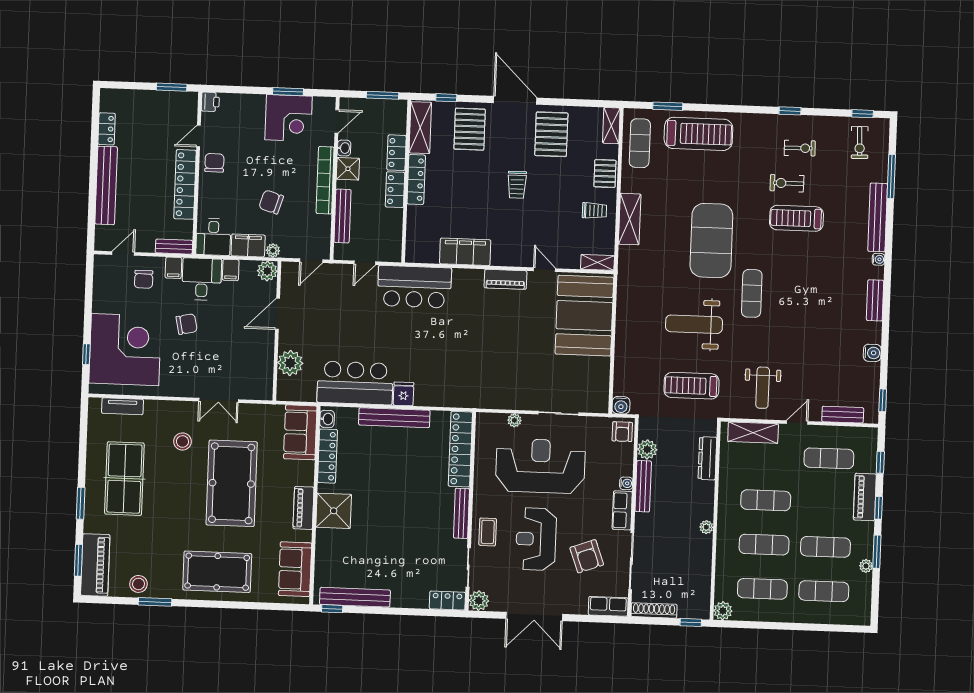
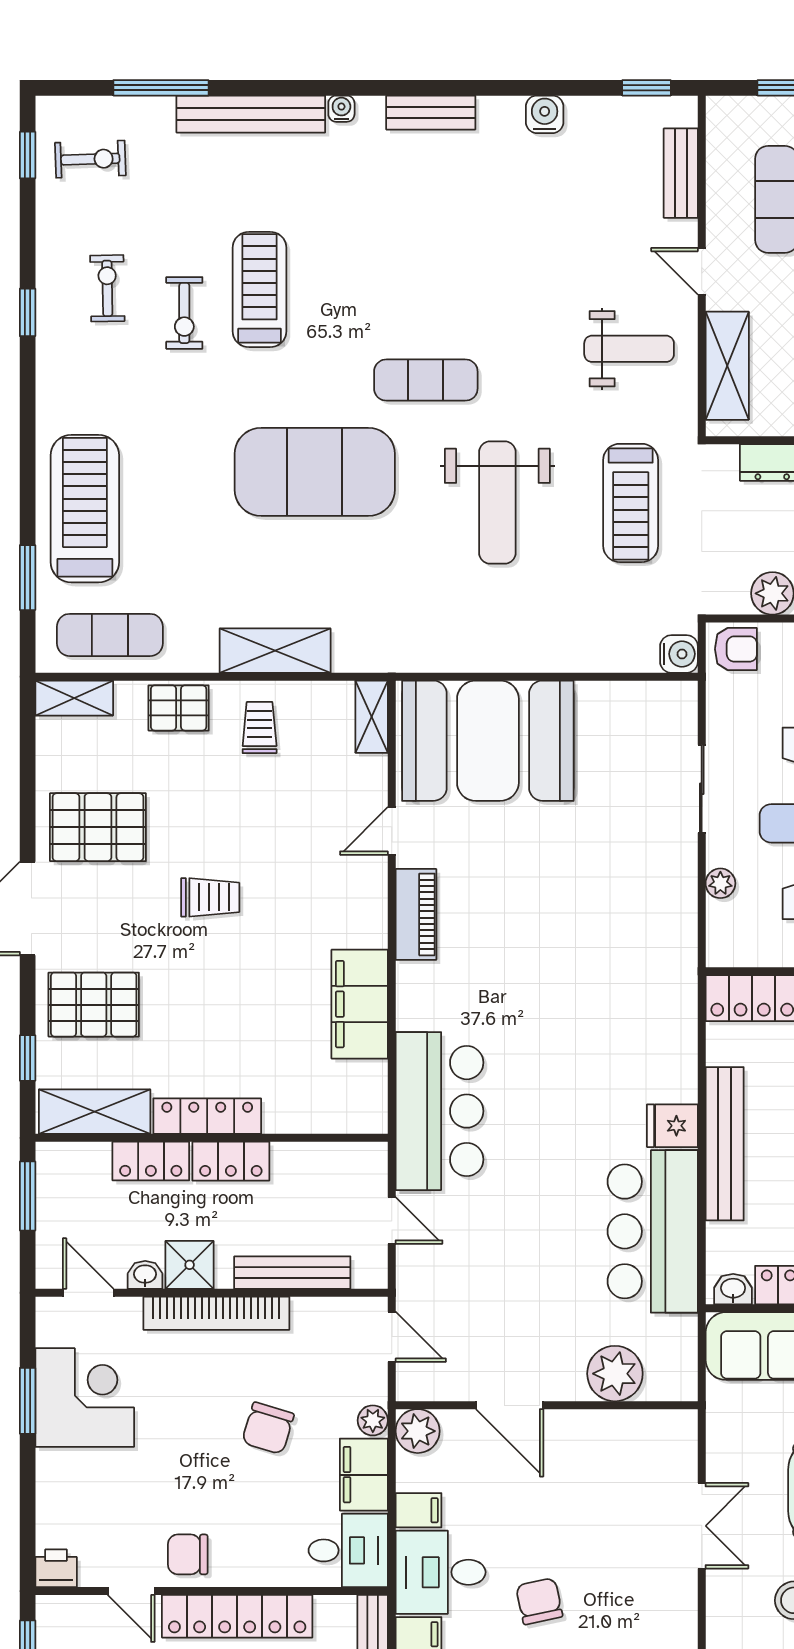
treadmill: (796, 218) -> (259, 289), turned 180

